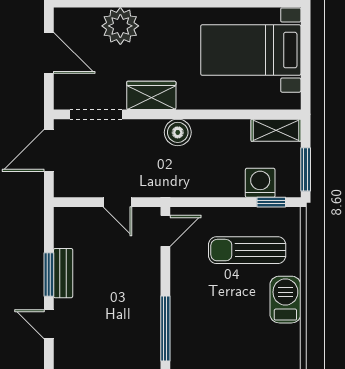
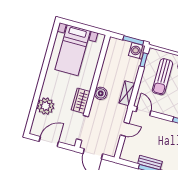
shelving: (276, 130) -> (127, 93), moved
washing machine: (260, 183) -> (137, 51), moved

